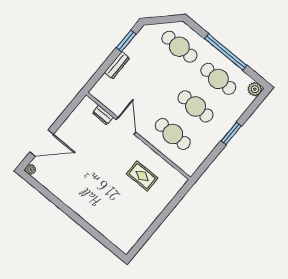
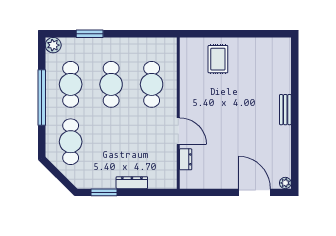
door: (126, 126) -> (178, 131), swing flipped
window: (231, 133) -> (90, 34), moved
rug: (142, 176) -> (218, 59), moved
bench: (80, 211) -> (285, 110), added

